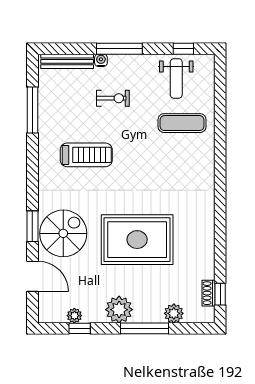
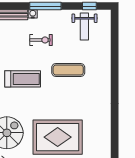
exercise mat: (182, 123) -> (68, 70), moved

